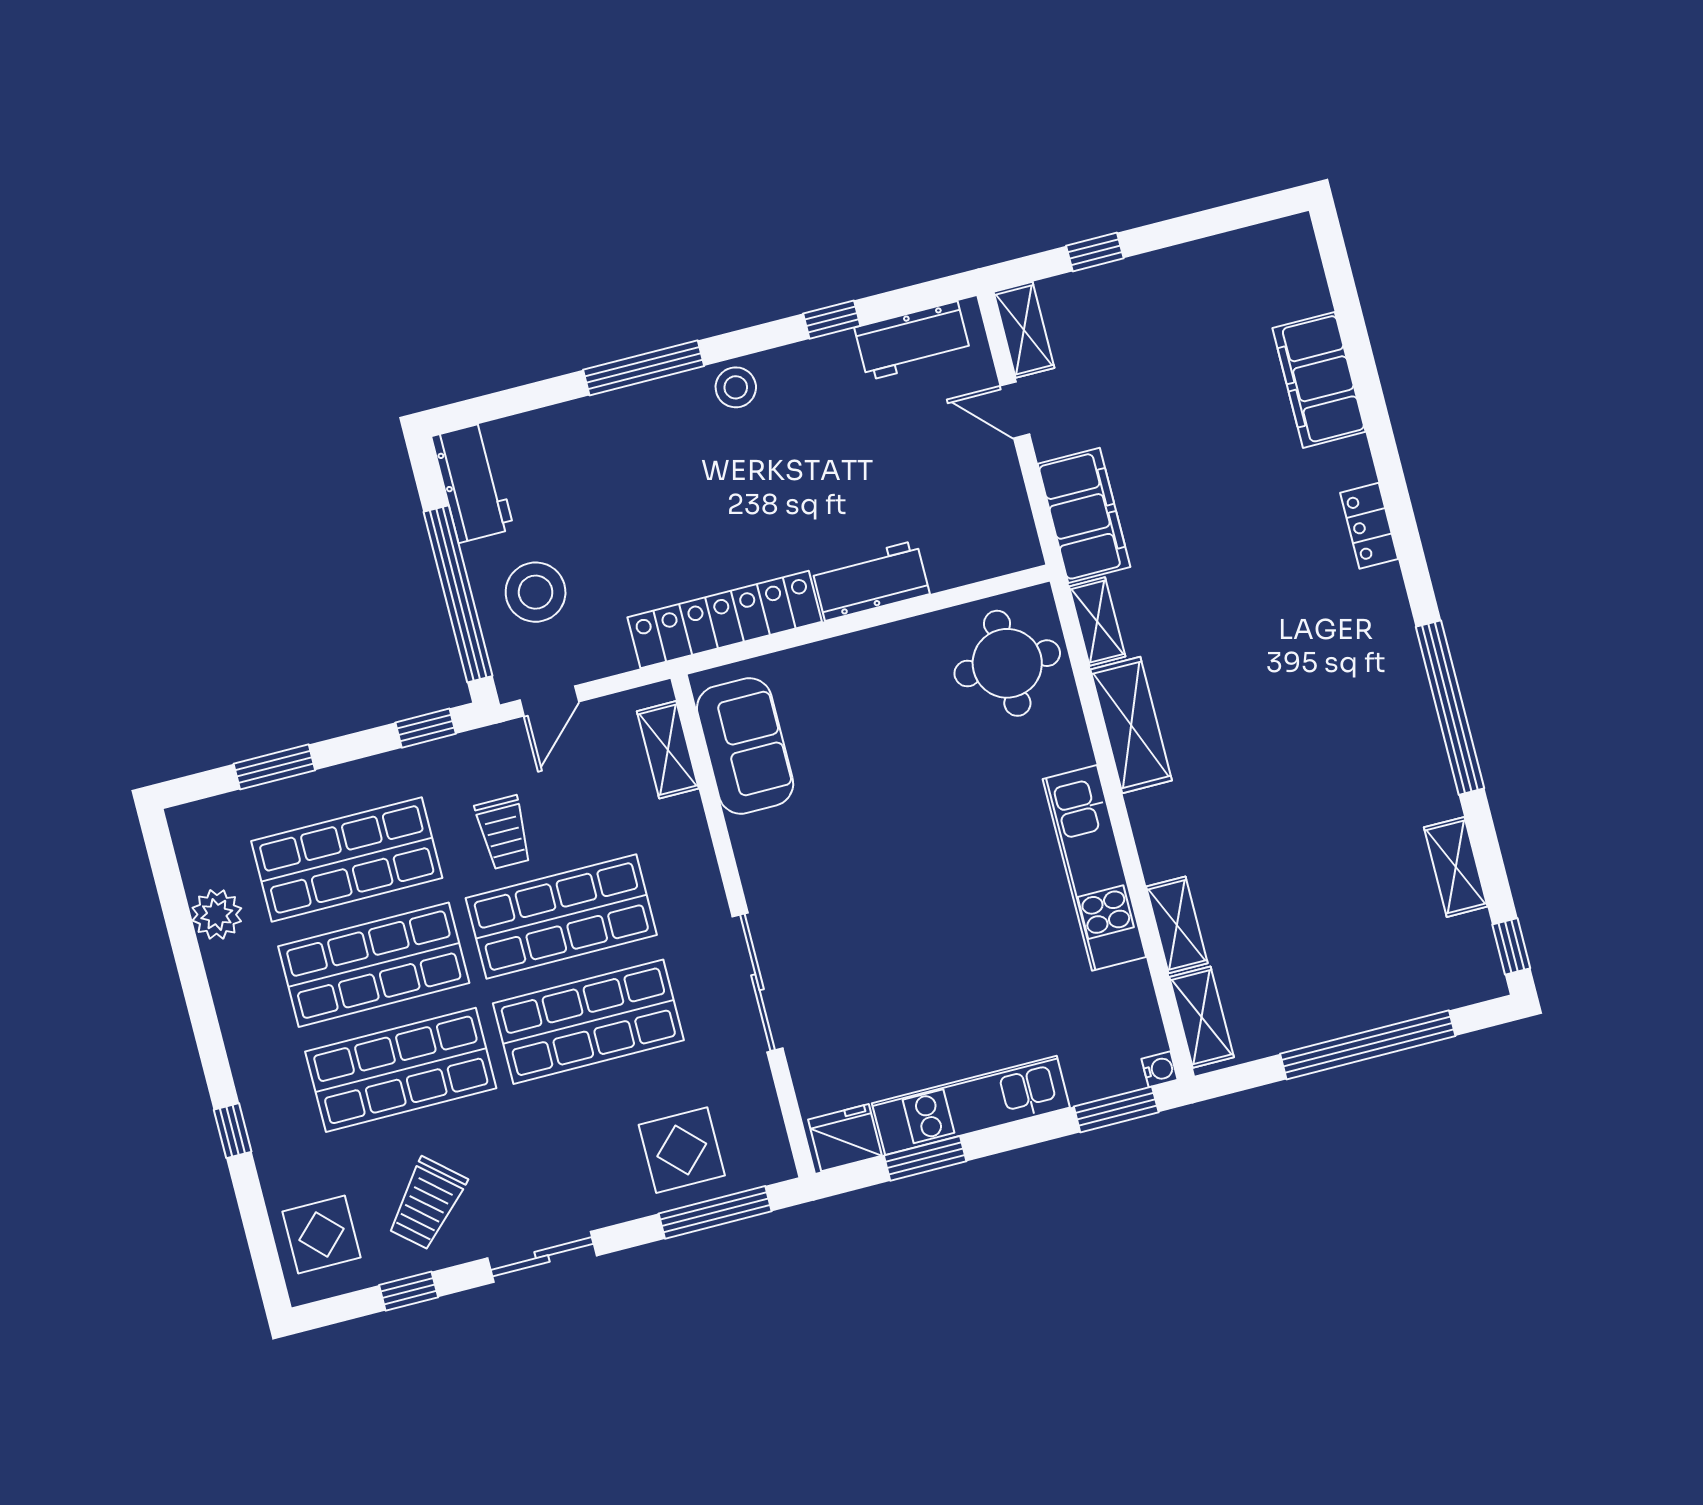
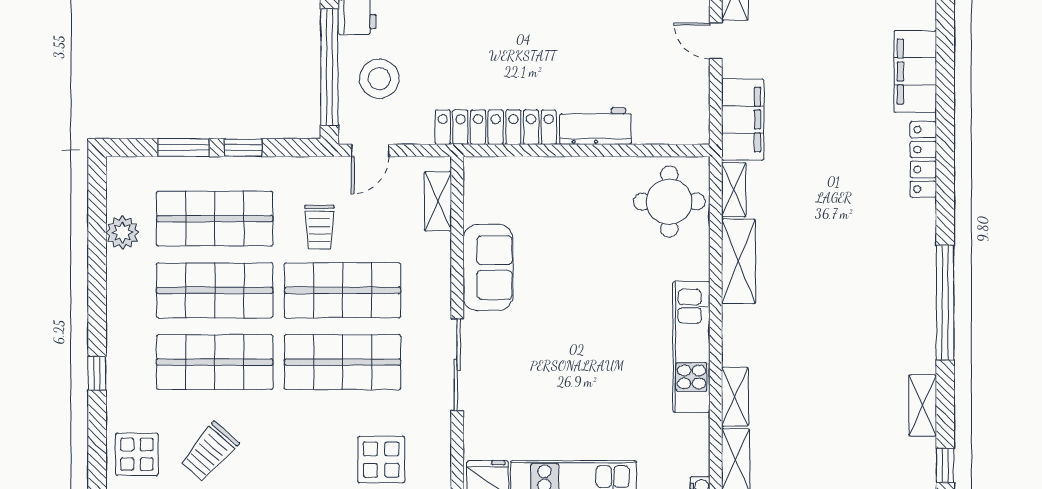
locker: (1369, 526) -> (923, 159), width x1.53
window: (426, 728) -> (243, 148), moved
sofa: (745, 746) -> (488, 268), moved

